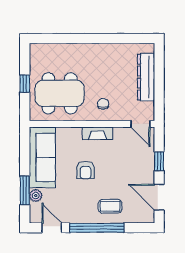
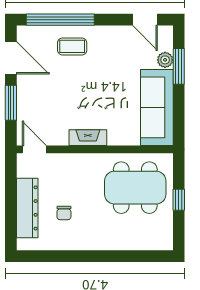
chair: (103, 104) -> (64, 213), moved
window: (159, 161) -> (11, 103), width x1.50
armchair: (86, 170) -> (103, 92), removed
window: (97, 228) -> (60, 20), moved

